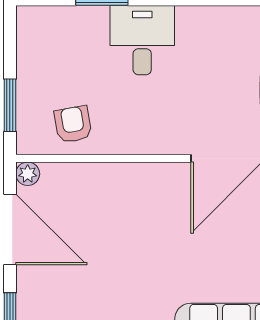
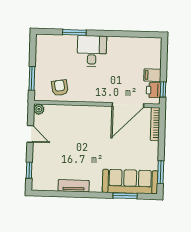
door: (10, 229) -> (30, 134), width x0.53

